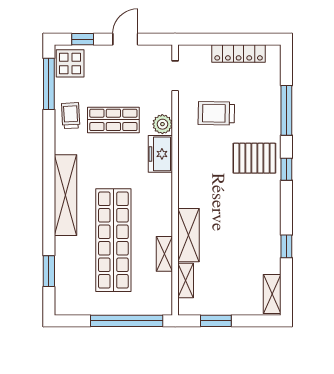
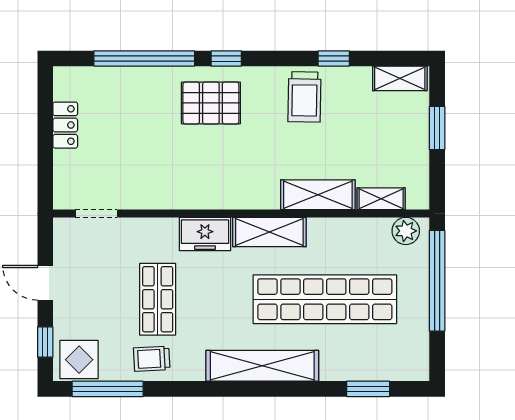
locker: (239, 54) -> (65, 125), width x0.66
window: (286, 110) -> (144, 58), width x1.46
trolley: (216, 113) -> (304, 97), moved
plant: (162, 124) -> (406, 231), moved
pallet: (254, 158) -> (211, 103), turned 90
shelving: (164, 254) -> (269, 232), moved, width x1.50, depth x1.33
window: (216, 321) -> (437, 128), moved

